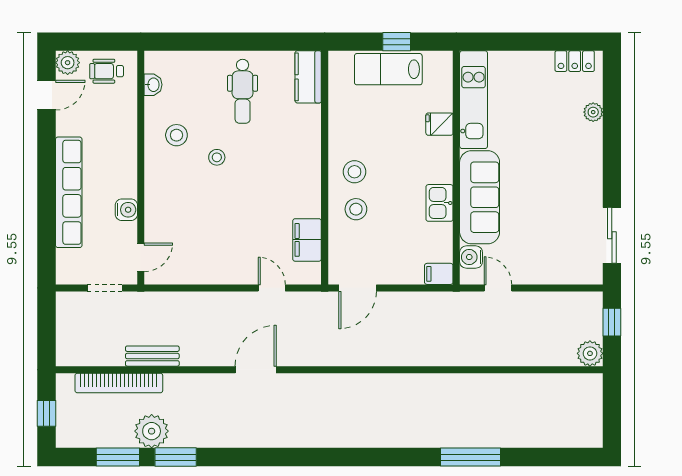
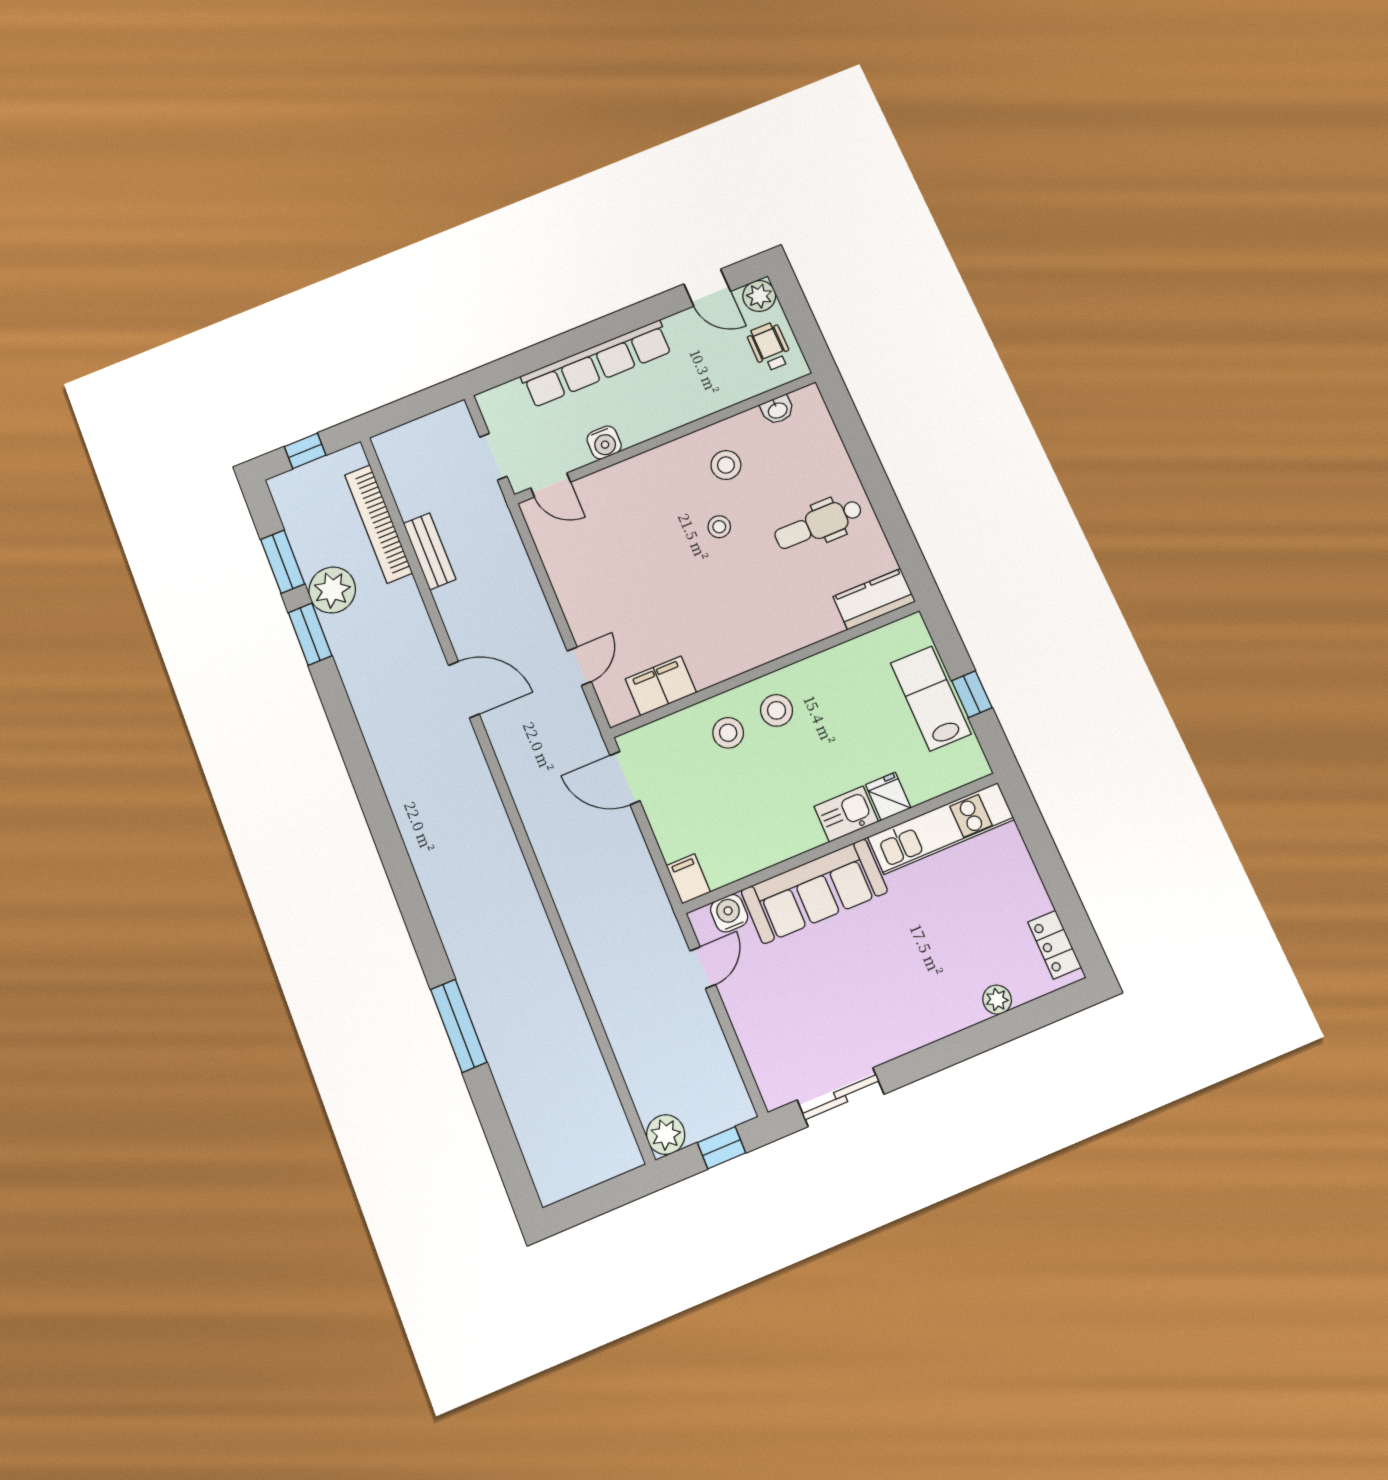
kitchen sink: (440, 203) -> (846, 814), moved

